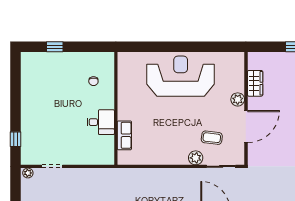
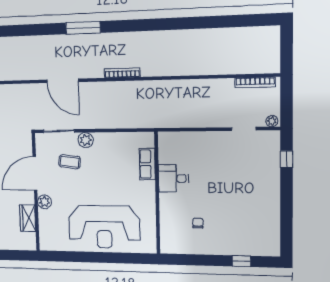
wall: (116, 108) -> (157, 193), moved
desk: (101, 122) -> (173, 178), moved
row of seats: (124, 135) -> (147, 164), moved

